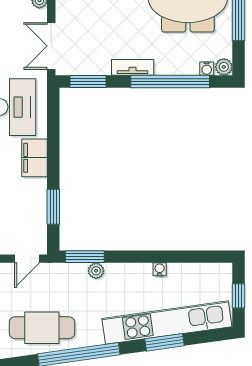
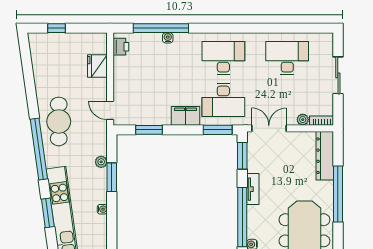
window: (53, 115) -> (218, 130), added
window: (85, 257) -> (112, 177), moved

